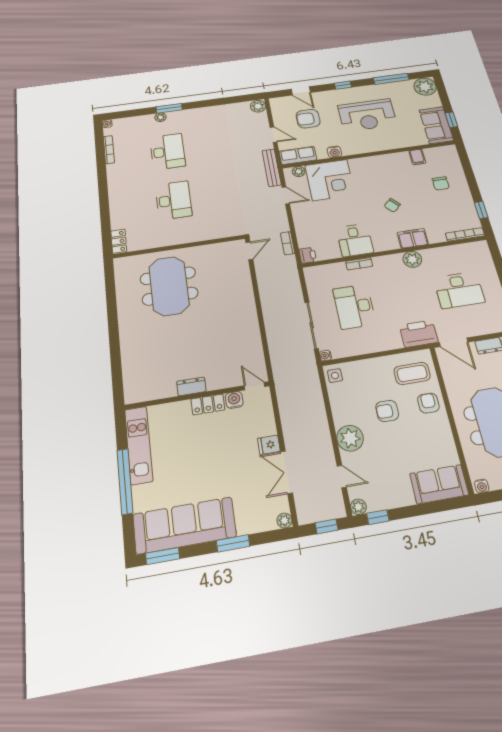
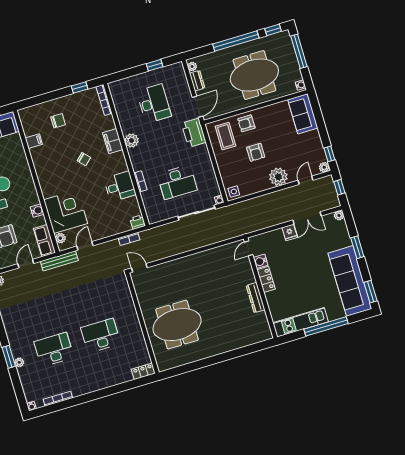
dresser: (191, 386) -> (256, 298), width x1.44

